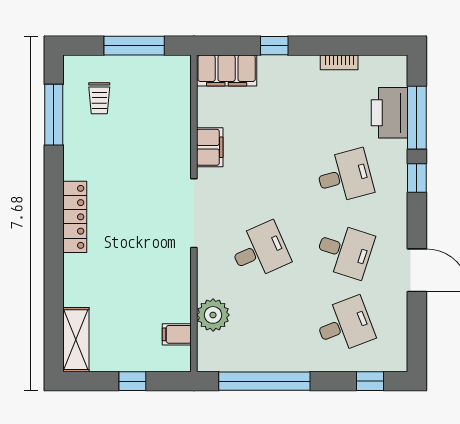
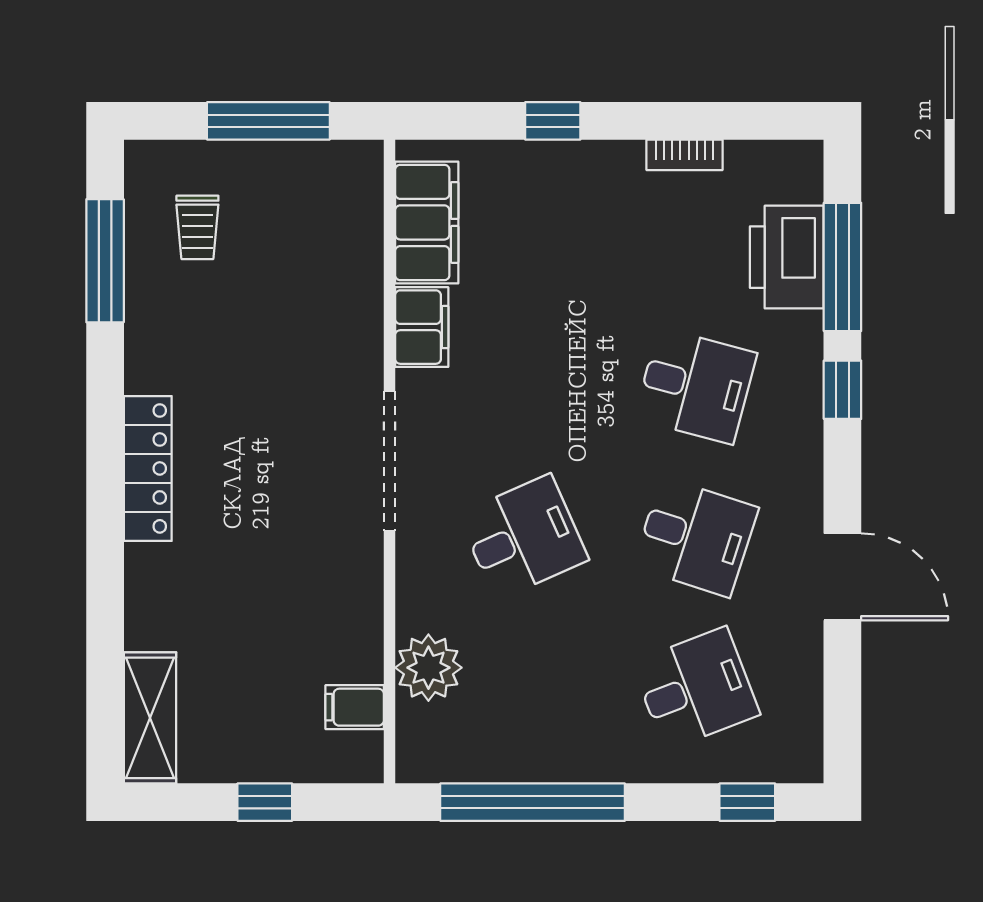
filing cabinet: (227, 70) -> (427, 222), moved, turned -90
desk: (345, 176) -> (696, 386), turned 30

